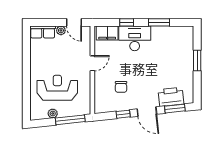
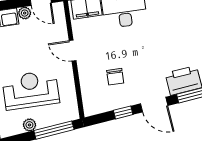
door: (92, 63) -> (73, 51), swing flipped

